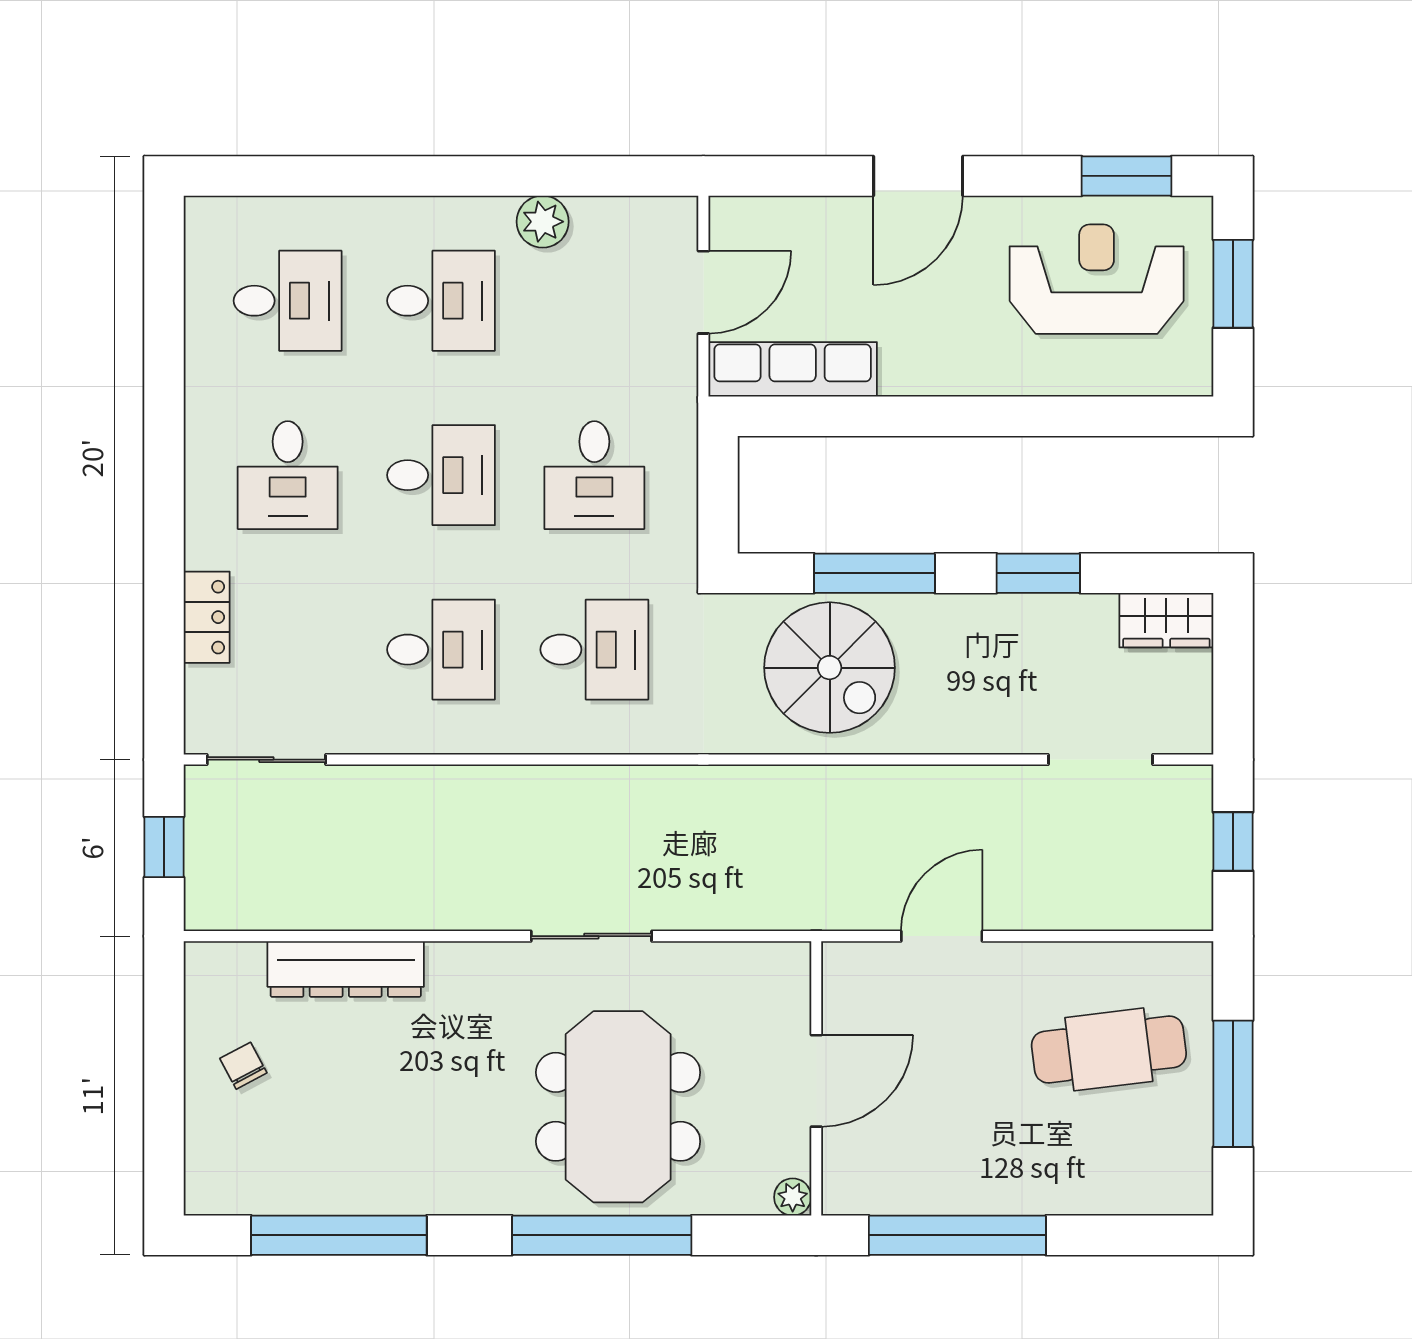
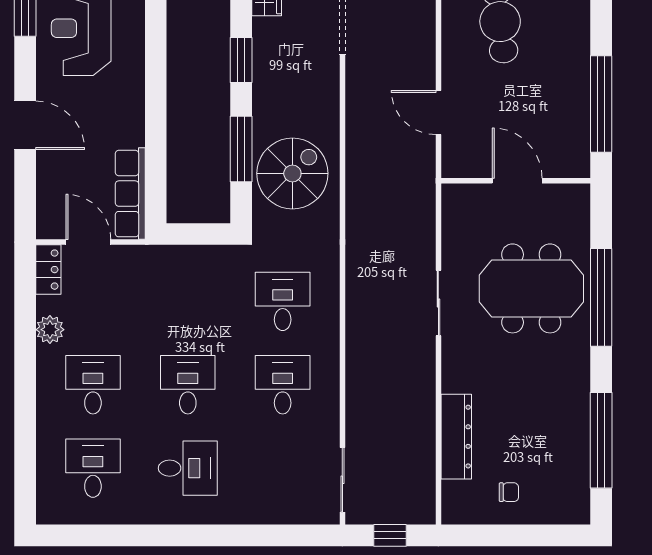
desk: (594, 475) -> (188, 301), removed
locker: (207, 617) -> (48, 270), moved, turned 90
chair: (243, 1066) -> (509, 492), turned -152
plant: (793, 1197) -> (580, 194), removed

